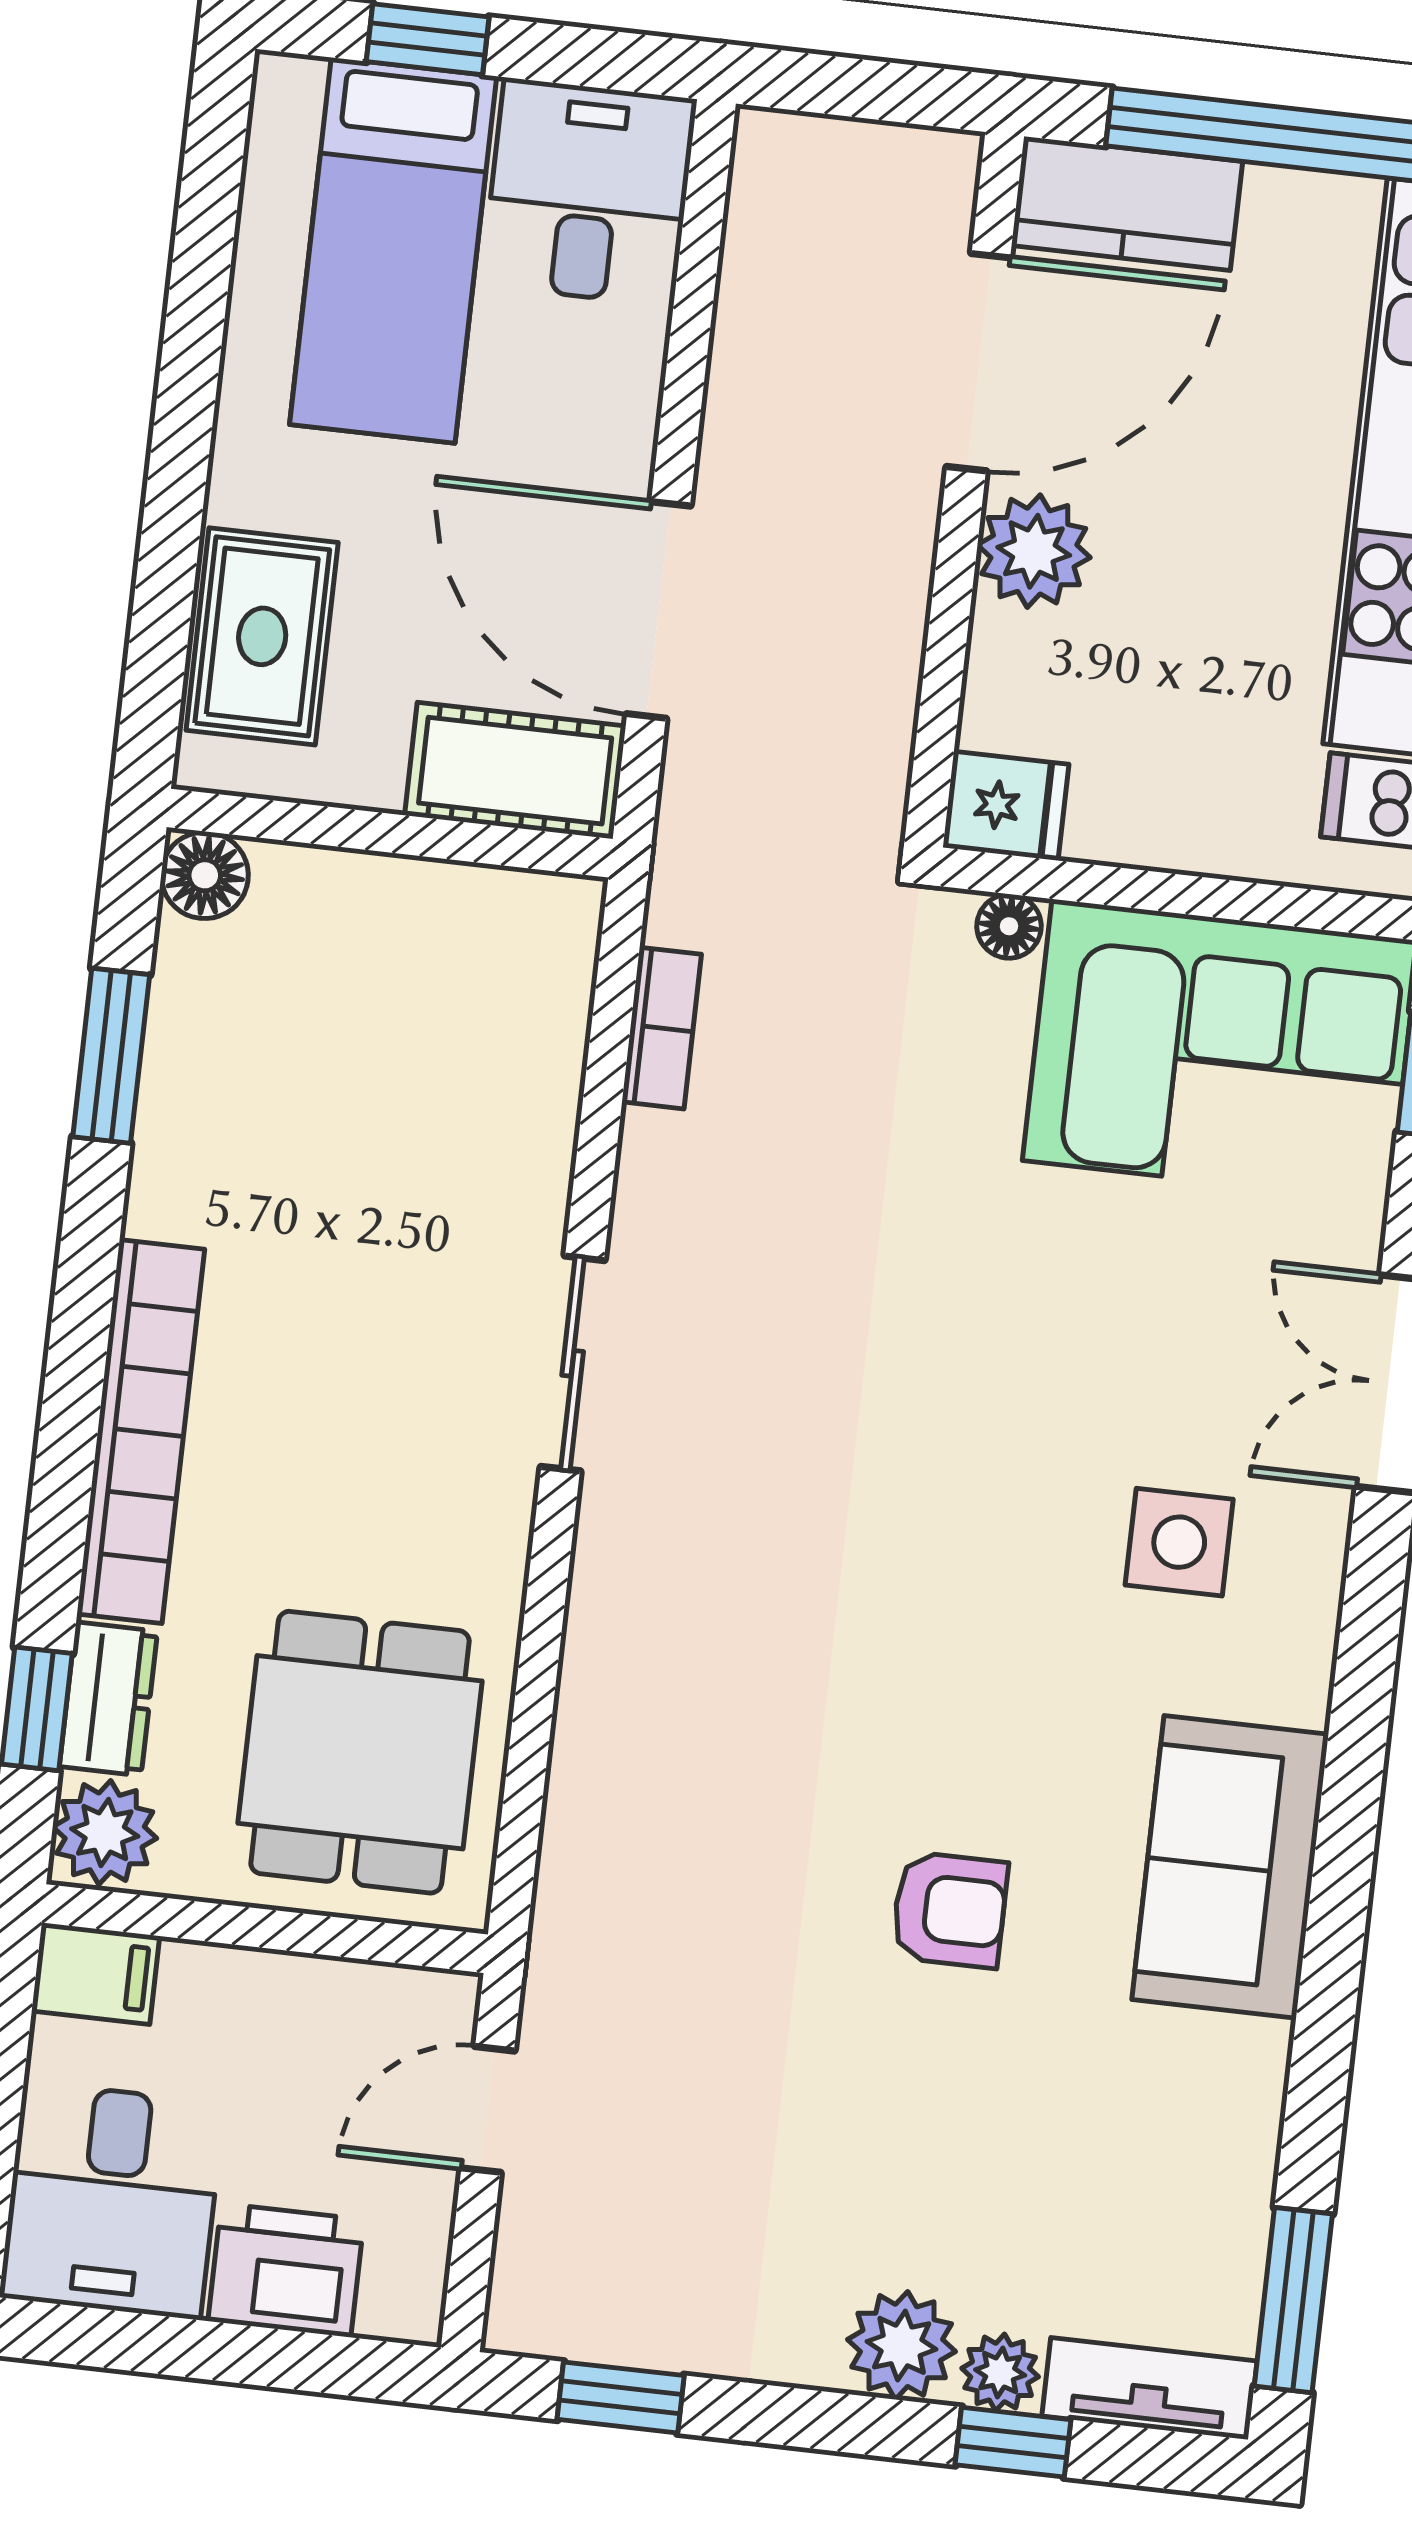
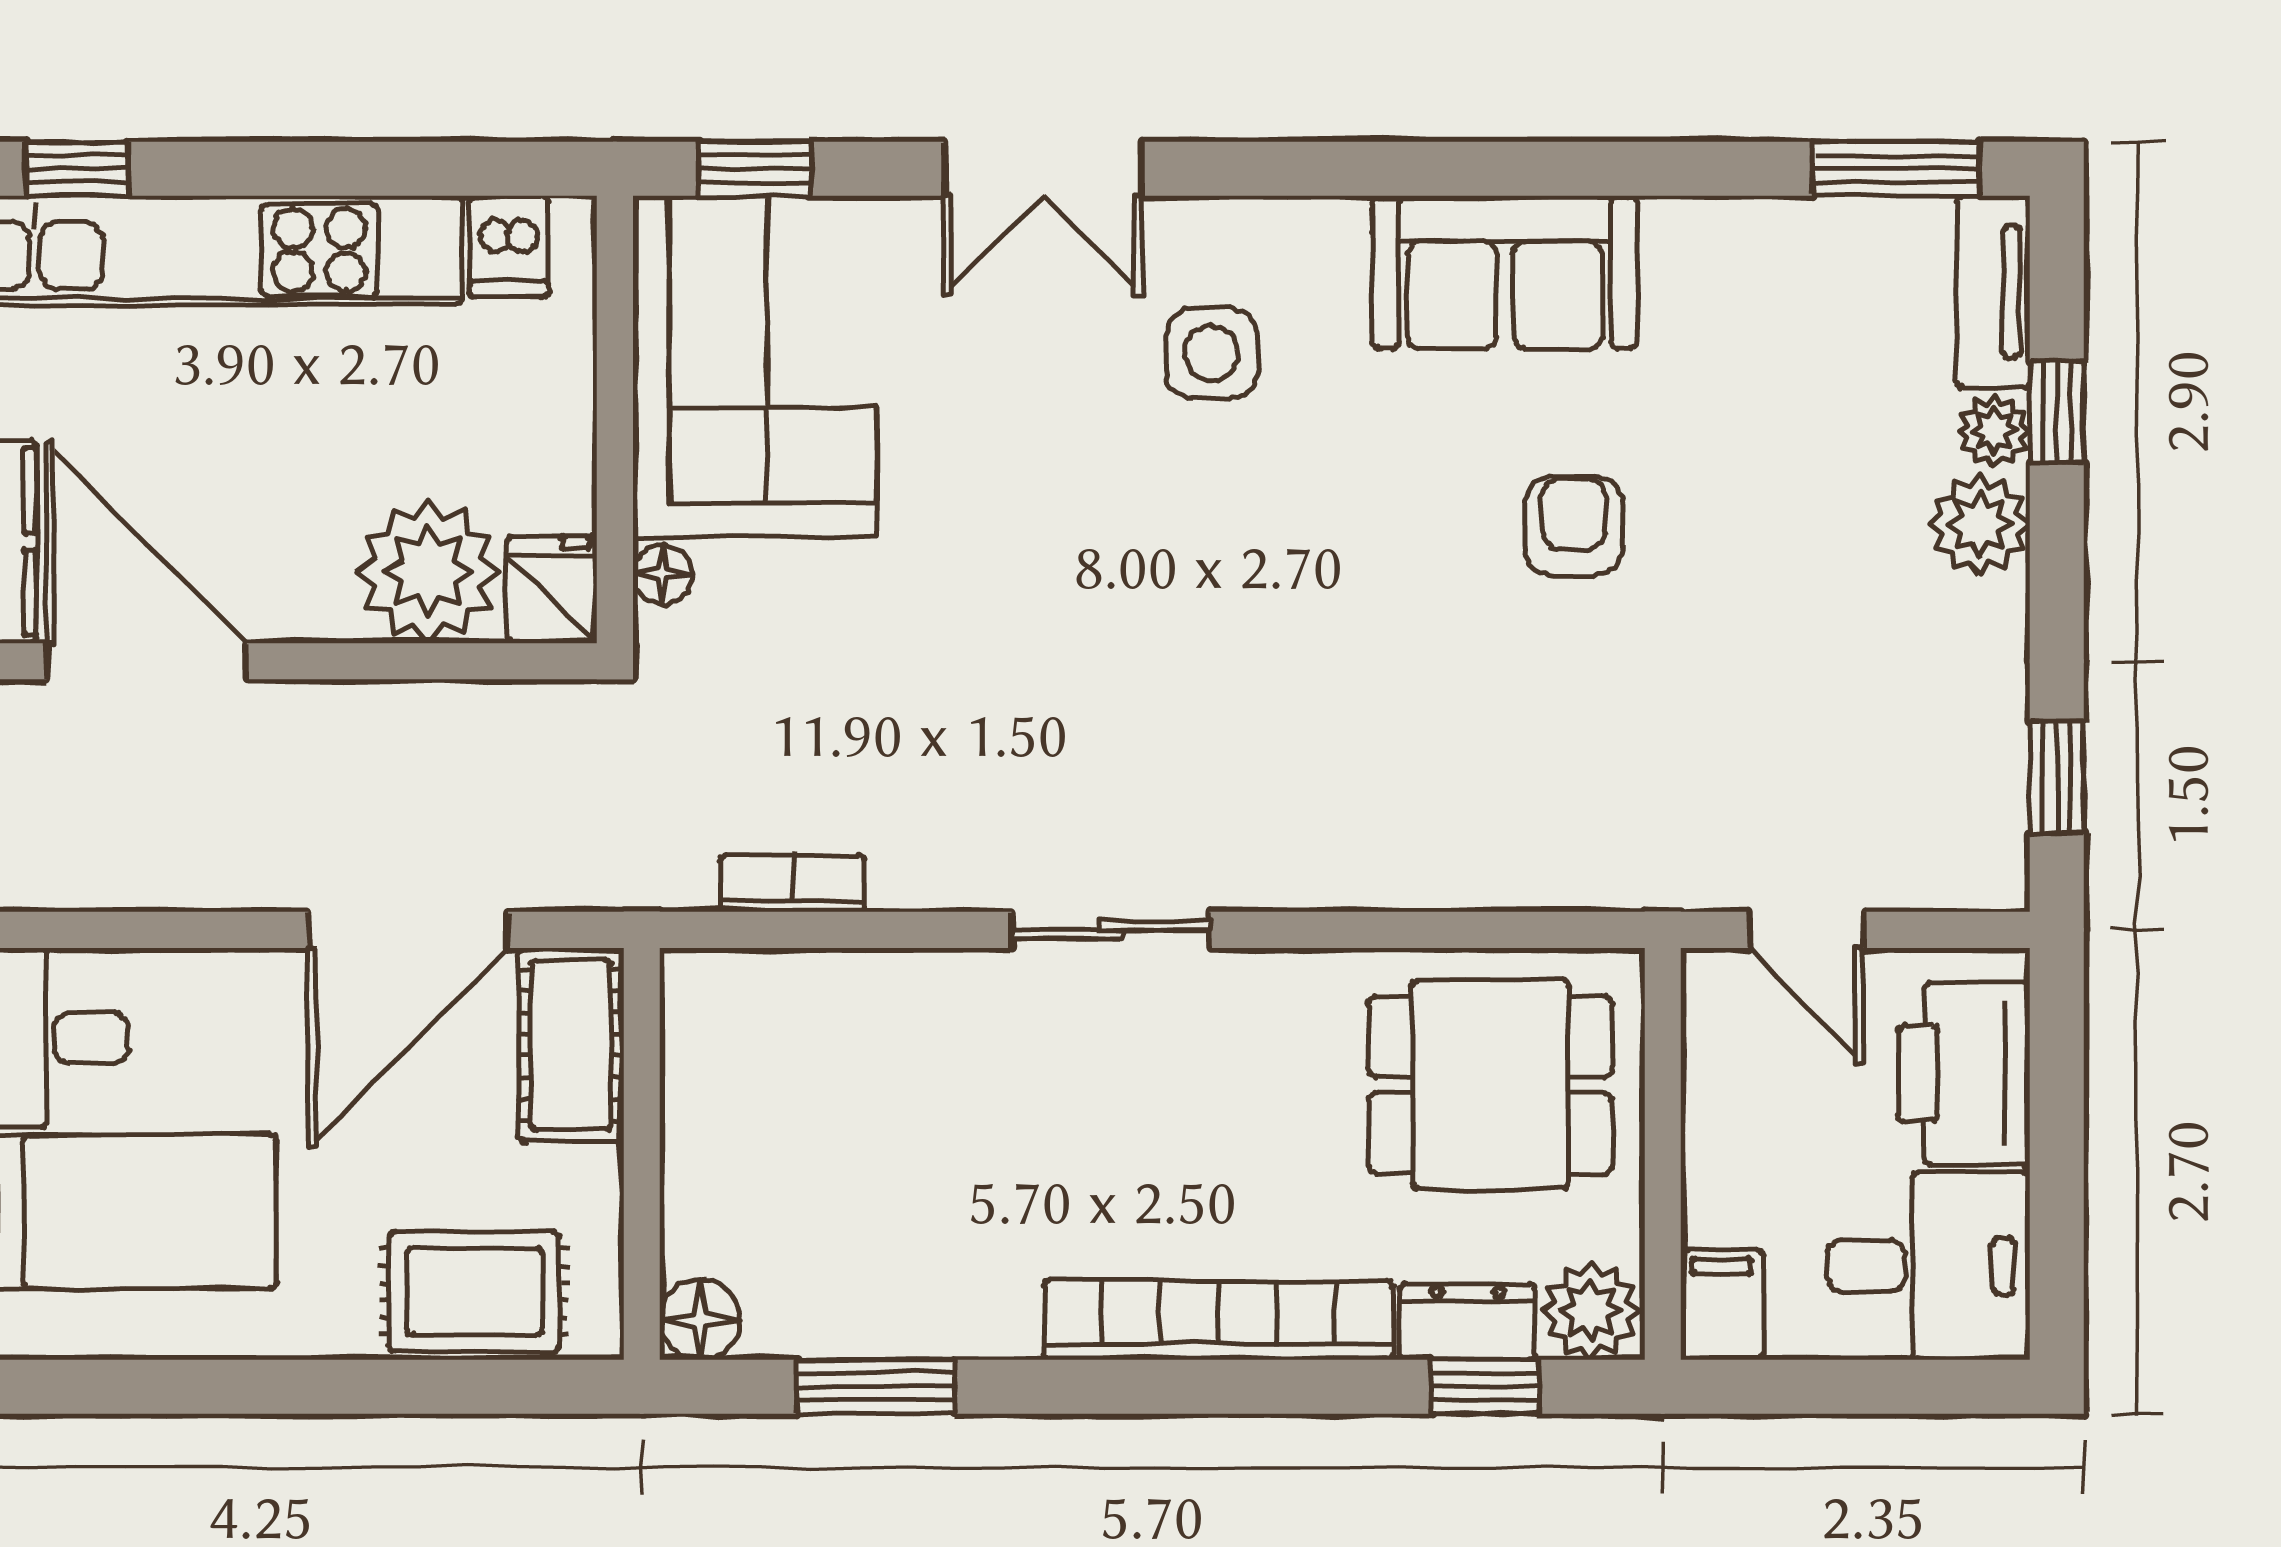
plant: (1034, 551) -> (428, 572), moved, width x1.36, depth x1.36
printer: (286, 2270) -> (1964, 1074), width x1.37, depth x1.19

